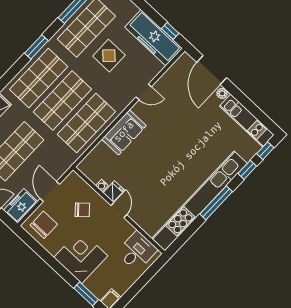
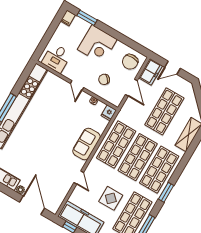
door: (144, 92) -> (79, 177), swing flipped
fridge: (114, 192) -> (109, 113), moved

